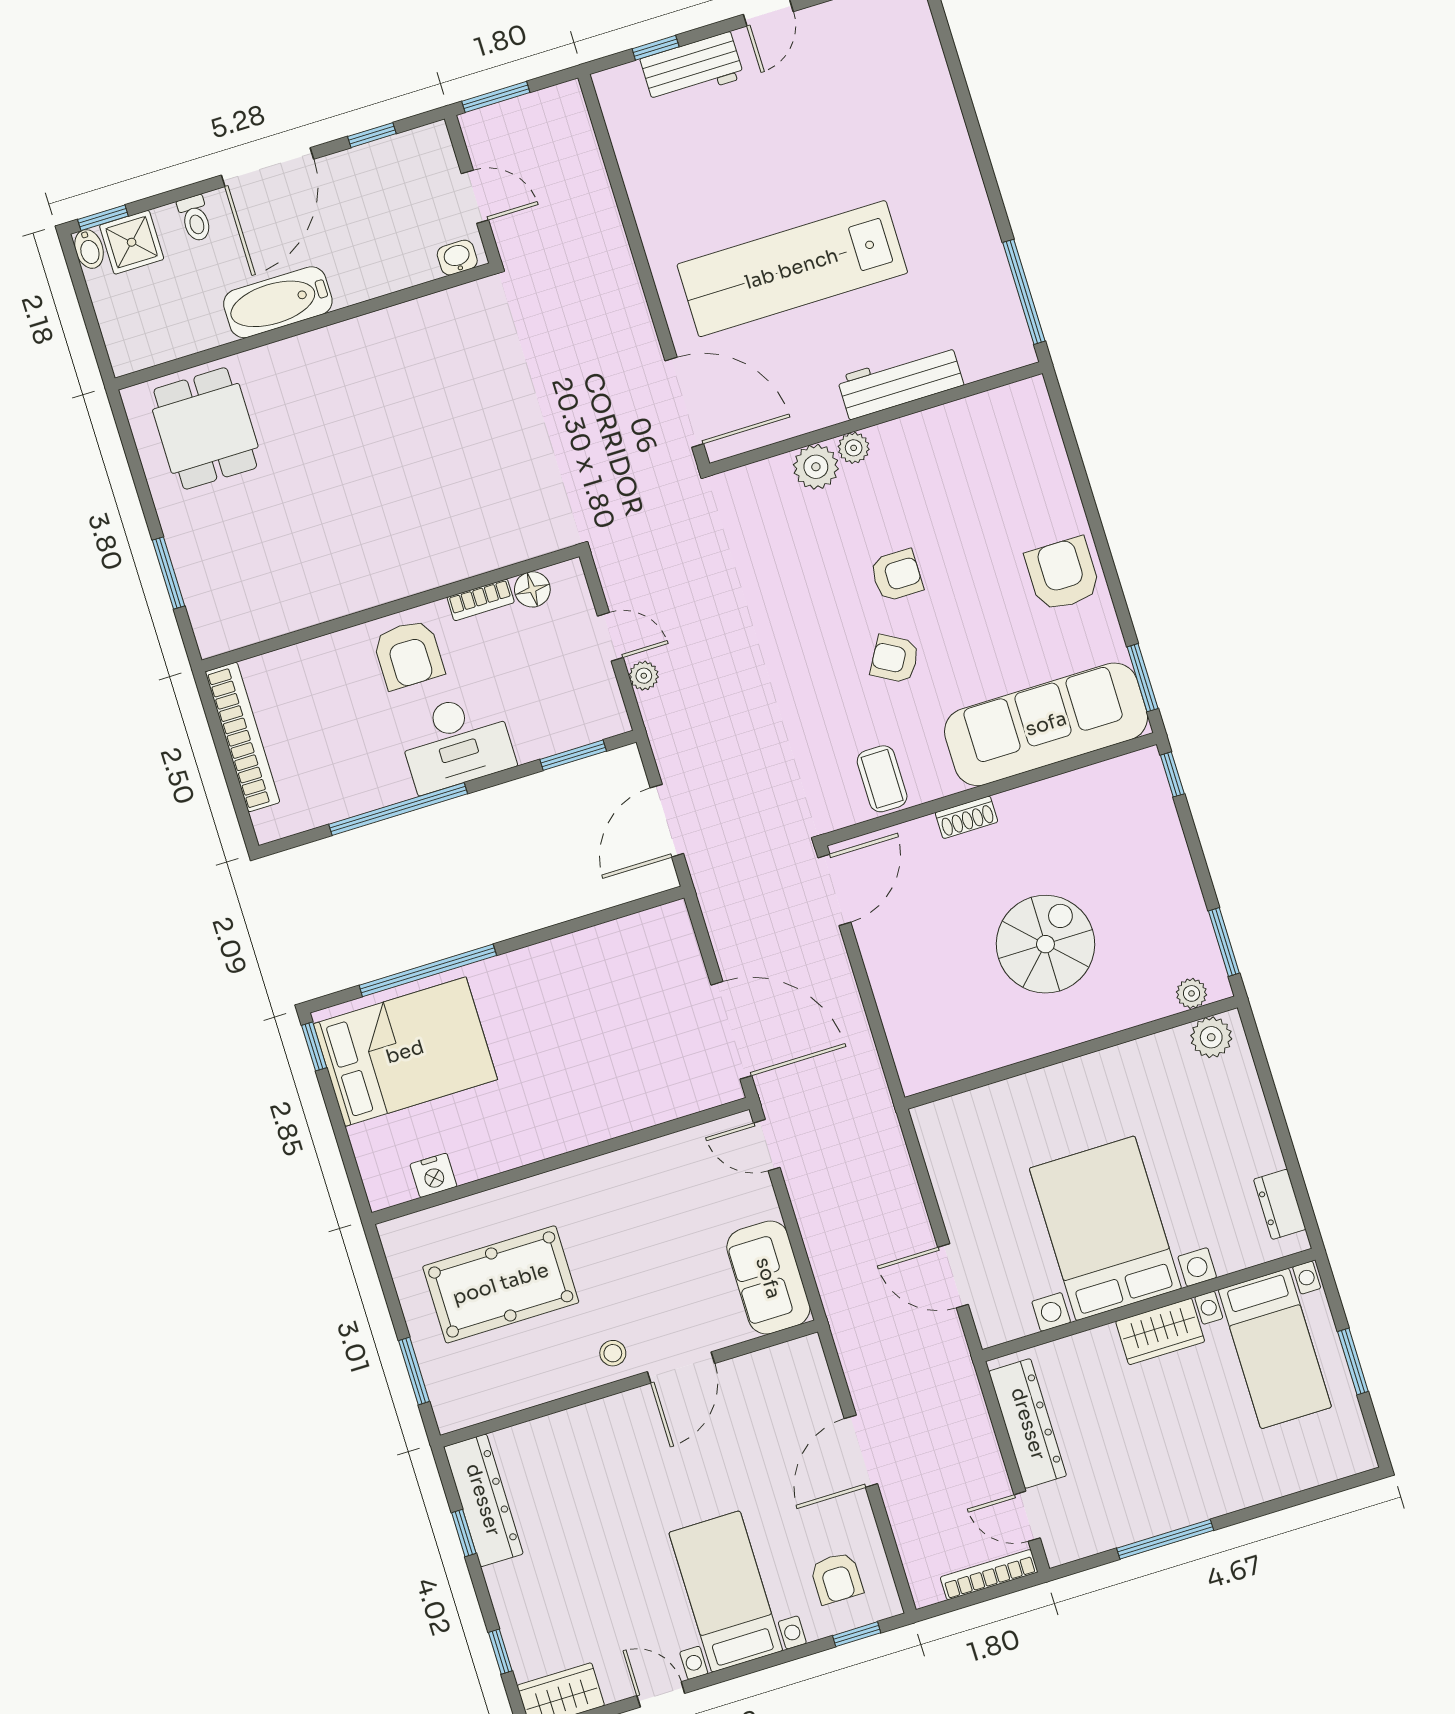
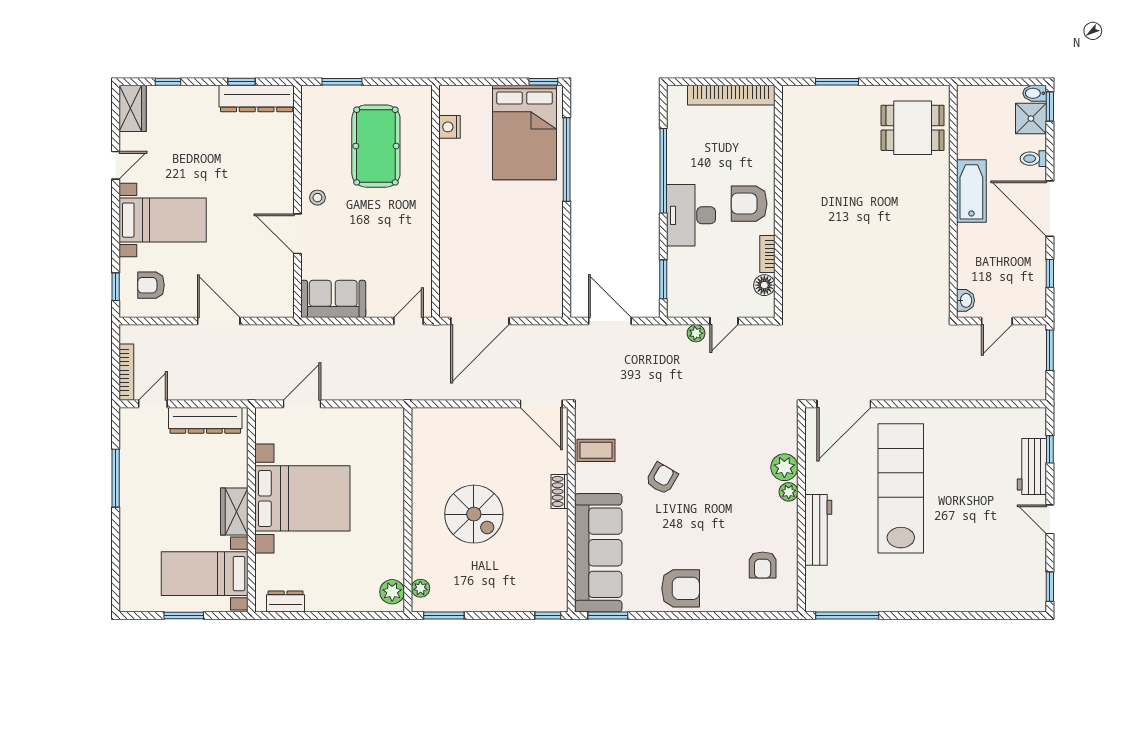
armchair: (897, 575) -> (763, 565), moved

